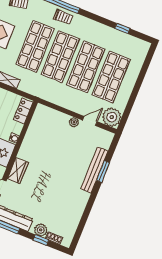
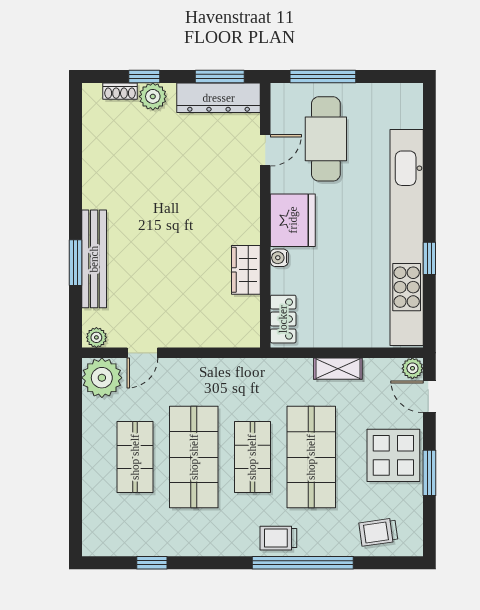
shop shelf: (60, 57) -> (252, 457), width x0.70, depth x0.74
shop shelf: (111, 77) -> (135, 457), width x0.70, depth x0.74
plant: (74, 122) -> (96, 337), moved
wardrobe: (18, 171) -> (246, 270), moved

